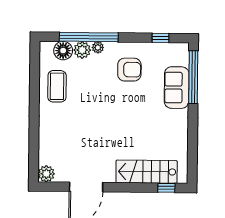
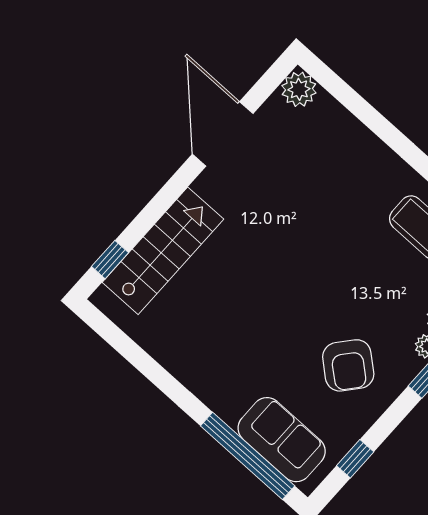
armchair: (129, 70) -> (348, 365), turned -50
sofa: (177, 88) -> (282, 440), moved

